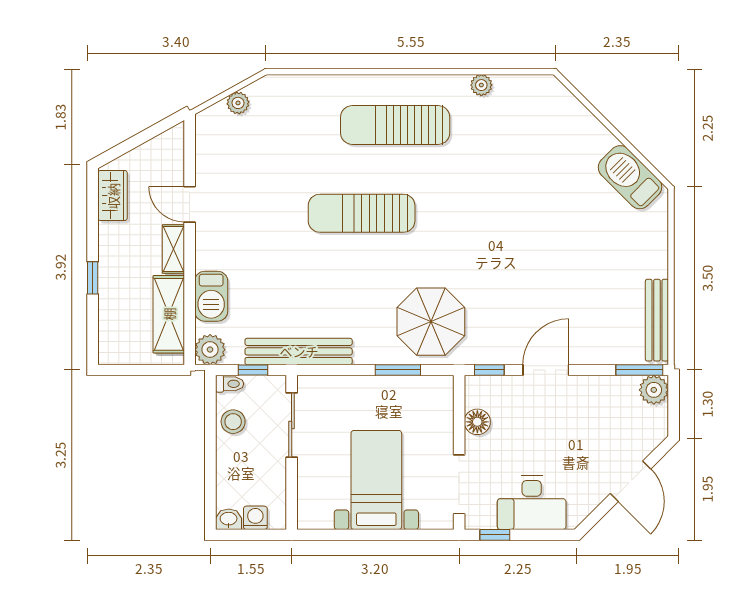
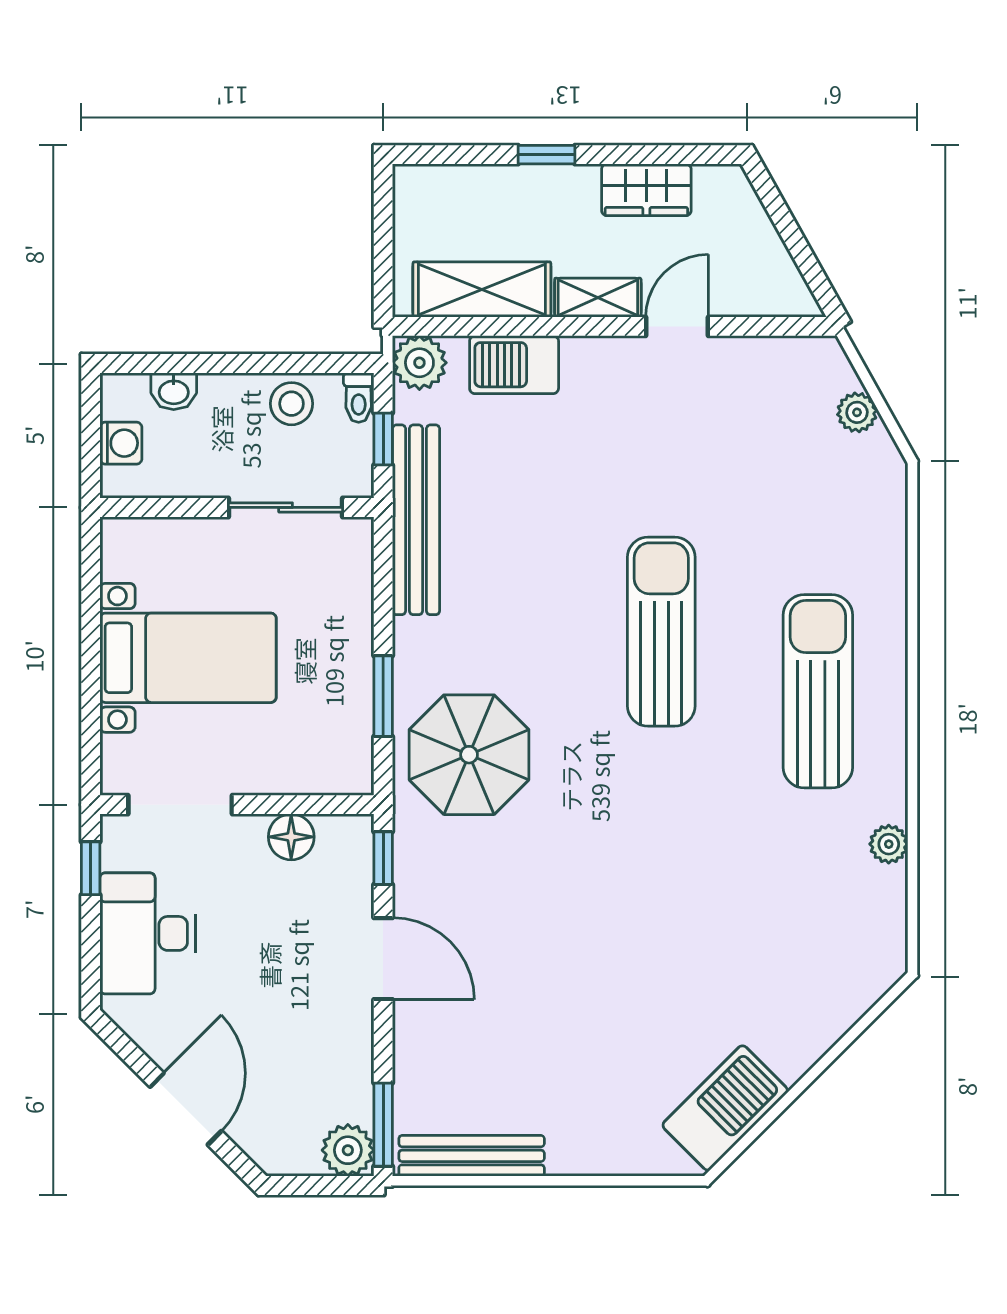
wardrobe: (113, 196) -> (646, 190), moved
door: (631, 481) -> (186, 1109), swing flipped
washbasin: (229, 519) -> (174, 391), moved, turned 90

